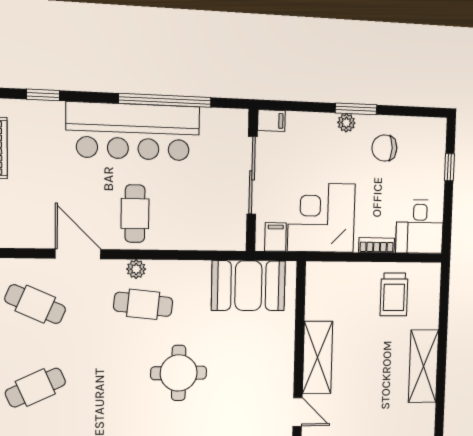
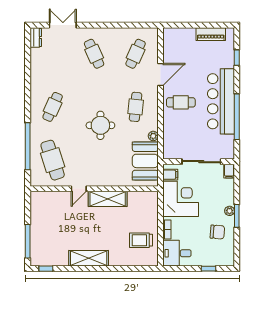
chair: (384, 148) -> (217, 232), turned 94
plant: (136, 269) -> (153, 136), moved
shelving: (423, 366) -> (89, 258), moved

